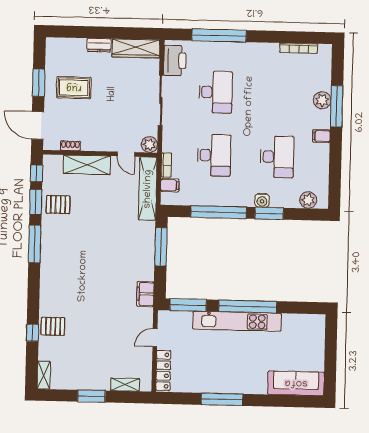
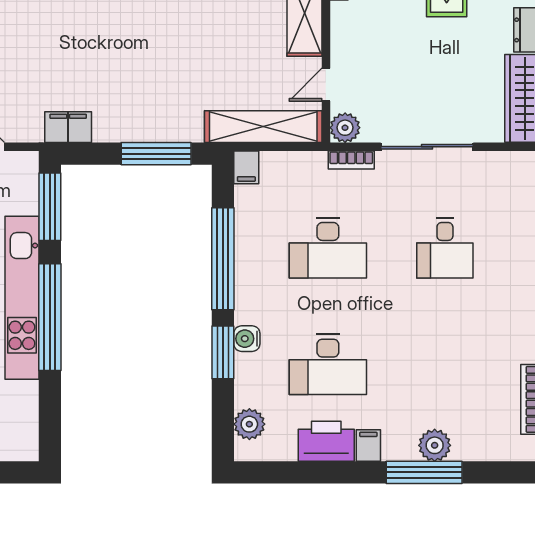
printer: (175, 60) -> (326, 441), moved, turned 180
desk: (216, 92) -> (445, 248), width x0.73
bookcase: (166, 165) -> (351, 160), moved
filing cabinet: (170, 185) -> (246, 167), moved

